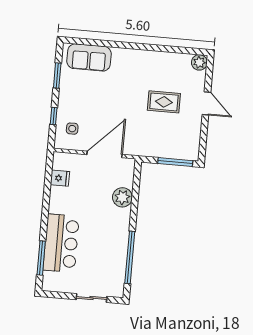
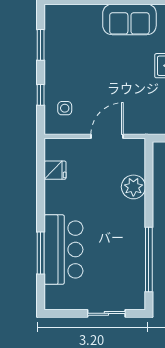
sofa: (89, 57) -> (129, 19), moved
door: (105, 154) -> (107, 136), width x0.73
window: (41, 258) -> (41, 253), moved

